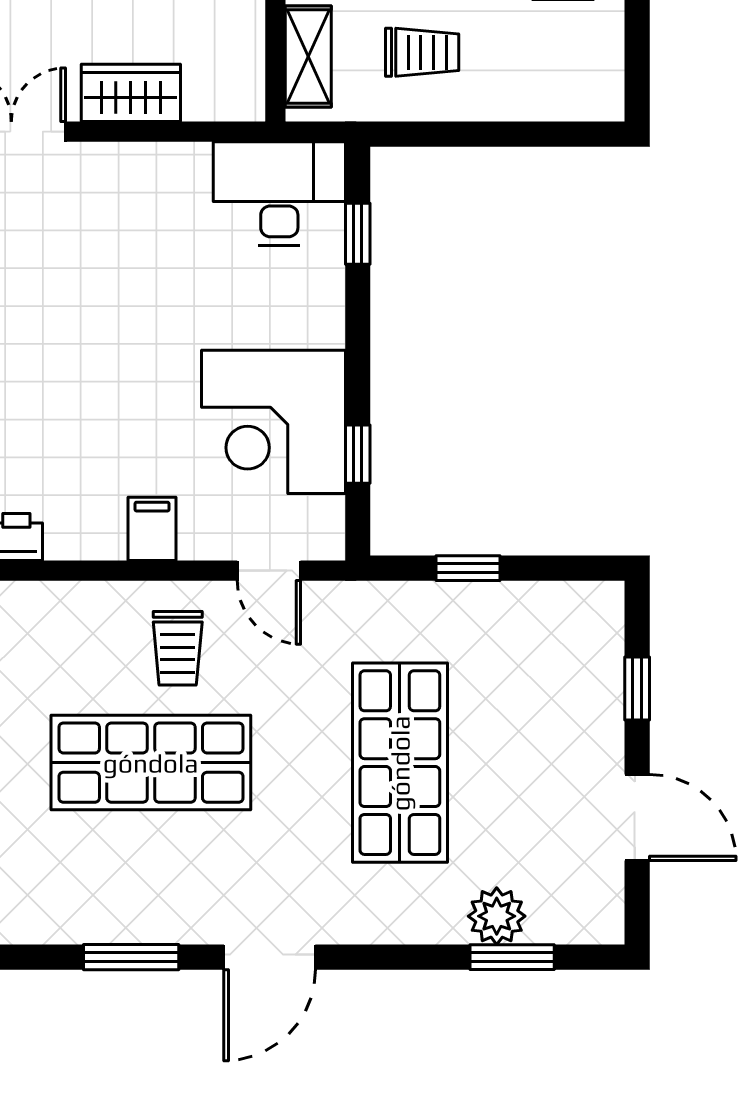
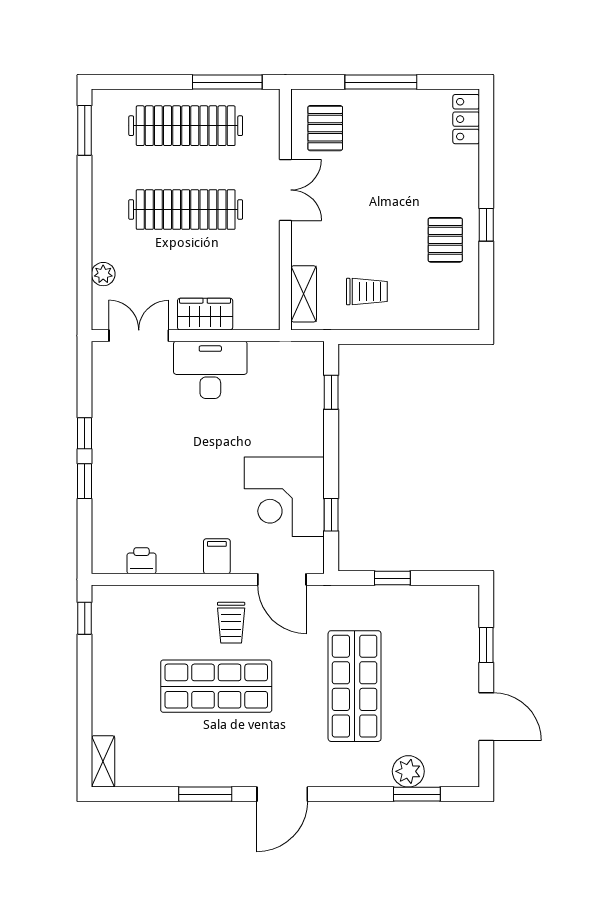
desk: (279, 193) -> (210, 370), moved
door: (269, 571) -> (282, 579), width x1.38

